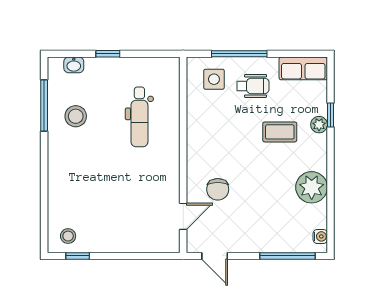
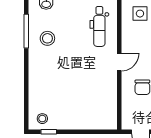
dental chair: (139, 117) -> (99, 26), moved
door: (183, 216) -> (119, 62), moved

